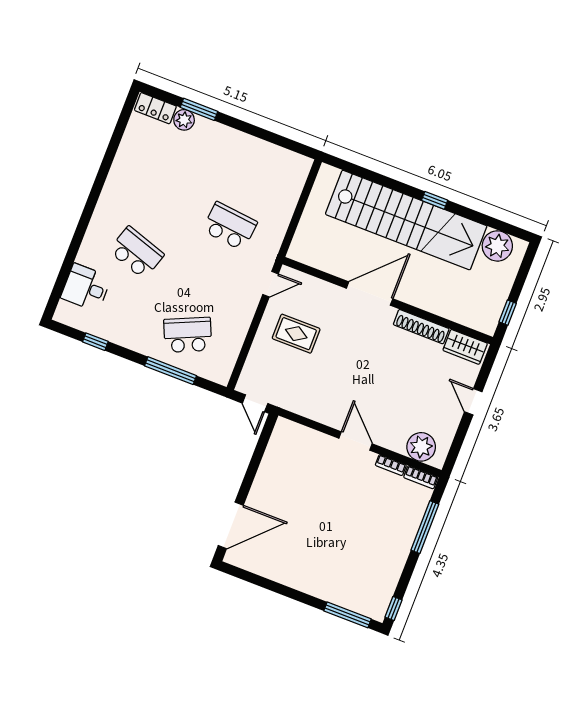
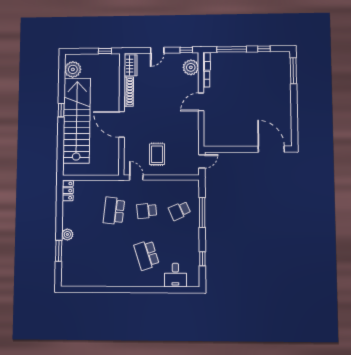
locker: (155, 108) -> (68, 191), moved
plant: (184, 120) -> (67, 234), moved
school desk: (136, 253) -> (147, 255), turned -36
school desk: (209, 281) -> (147, 211), added
school desk: (188, 335) -> (180, 211), width x0.54
window: (454, 451) -> (186, 50), added
window: (393, 609) -> (264, 49), moved

